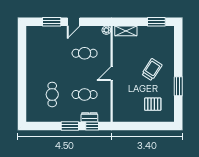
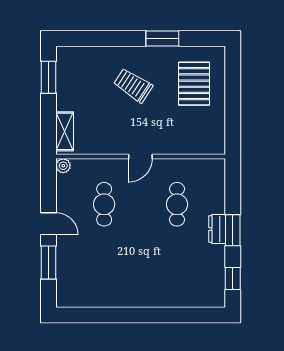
door: (112, 74) -> (140, 156), hinge flipped
cafe table: (52, 94) -> (177, 262), removed
pallet: (153, 104) -> (194, 84), width x1.50, depth x1.42
dresser: (89, 117) -> (217, 229), moved
window: (92, 126) -> (233, 278), moved

